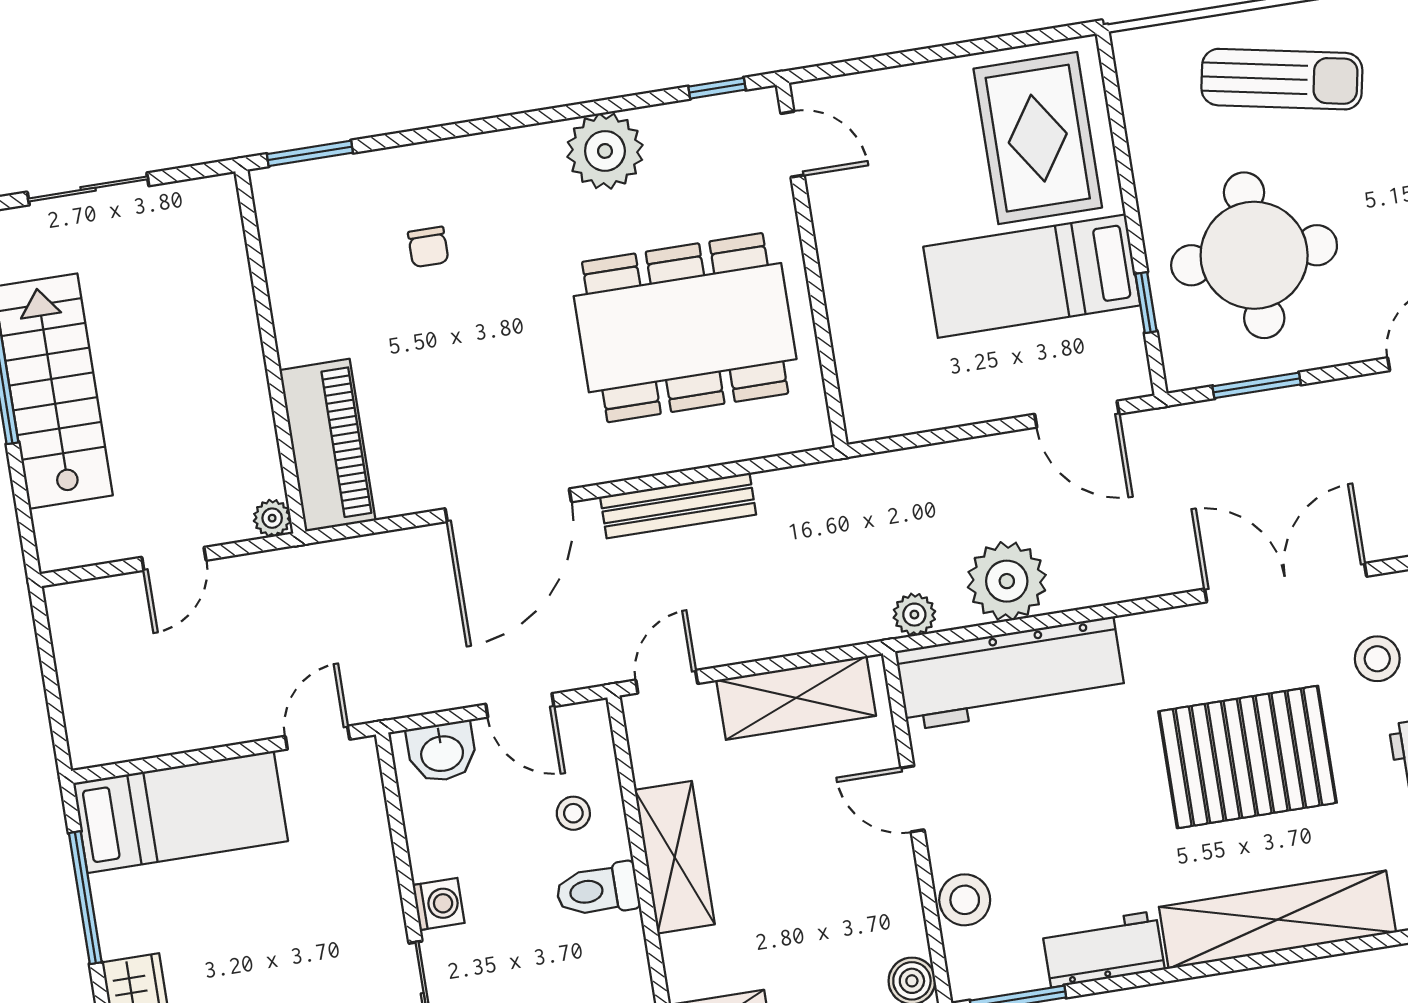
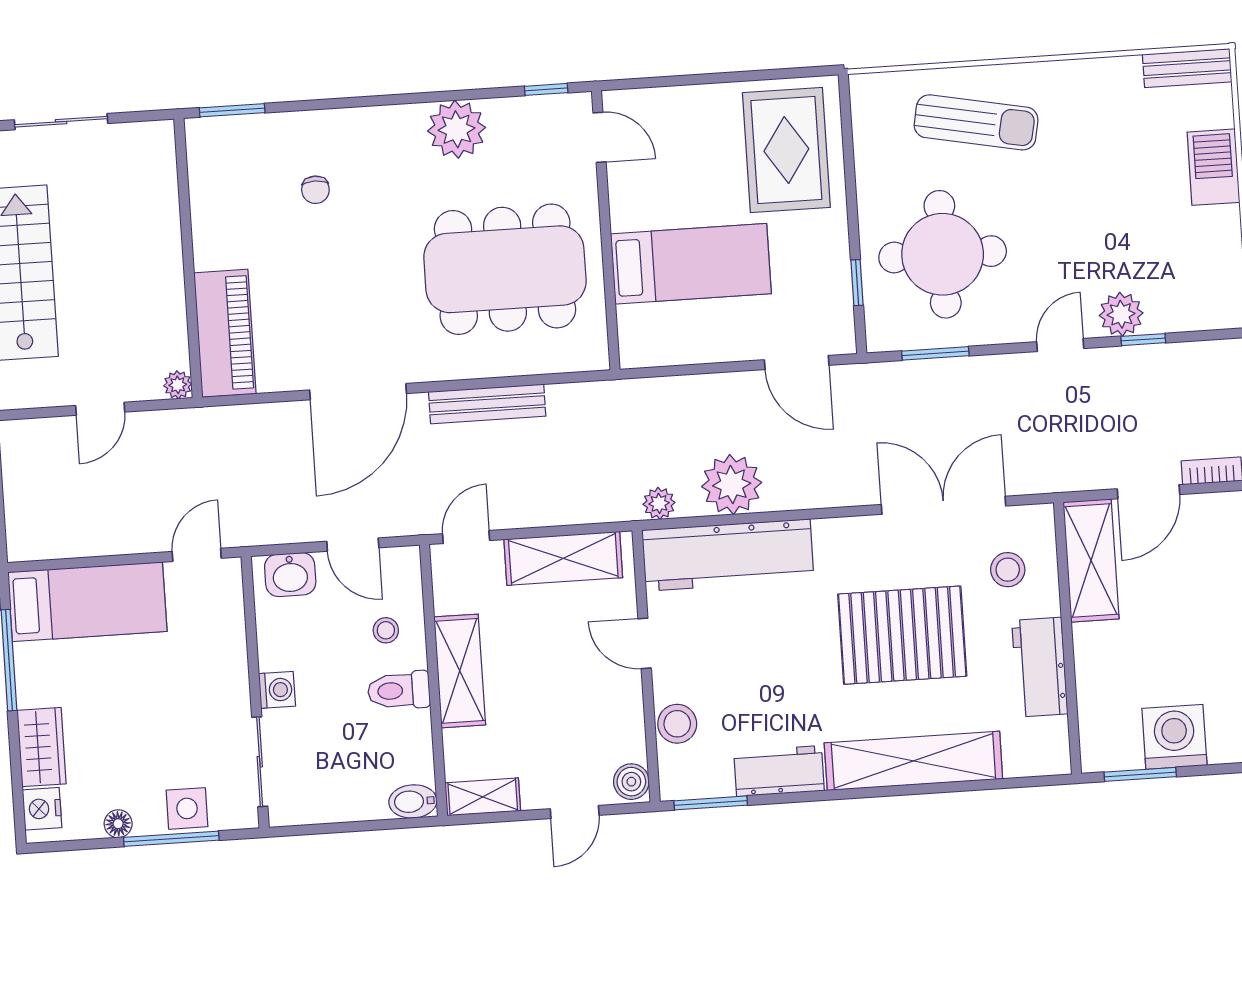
bed: (1032, 276) -> (691, 264), moved, turned 180

